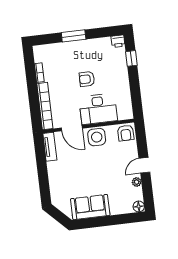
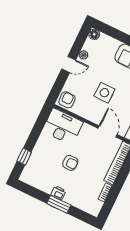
printer: (118, 41) -> (58, 193), moved
desk: (98, 109) -> (63, 126), moved
side table: (97, 137) -> (104, 93), moved

